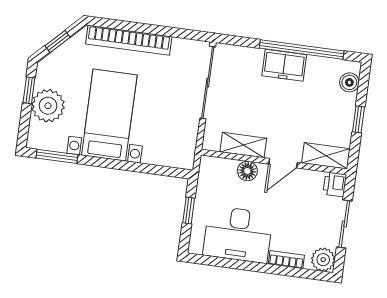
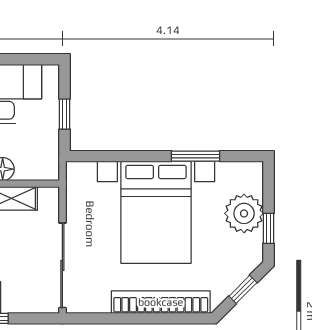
bed with nightstands: (109, 115) -> (156, 212), width x1.36
window: (57, 156) -> (196, 156), moved

